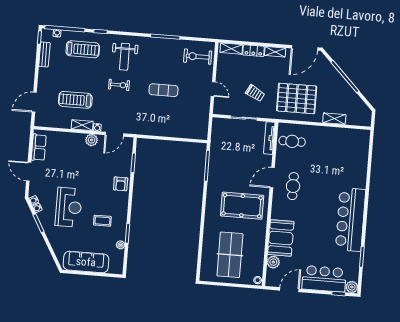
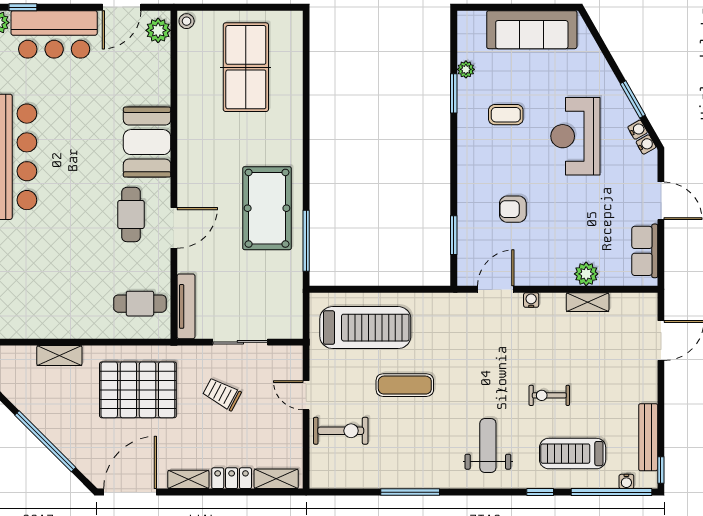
bench: (44, 54) -> (648, 437), width x1.36
exercise bike: (198, 57) -> (341, 431), moved
exercise bike: (119, 85) -> (549, 395), moved
treadmill: (75, 100) -> (365, 328), moved, width x1.37, depth x1.38
shelving: (82, 125) -> (588, 302), moved
plant: (92, 140) -> (586, 274), moved
armchair: (121, 184) -> (513, 209), moved, turned -90
pool table: (242, 206) -> (267, 208), moved, turned 90
booth: (281, 238) -> (147, 142), moved
plant: (273, 262) -> (158, 30), moved

